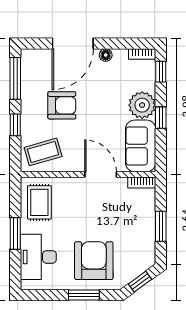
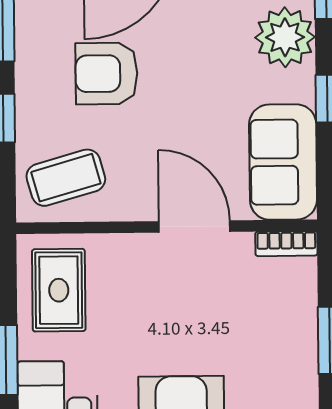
armchair: (62, 105) -> (106, 74), turned 180
plant: (142, 105) -> (285, 37), moved

